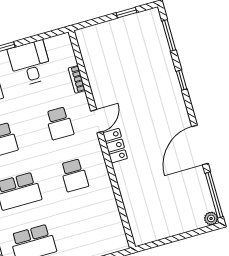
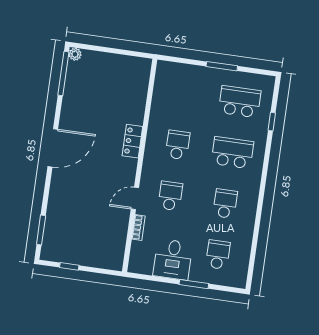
window: (182, 80) -> (47, 186), removed
door: (97, 121) -> (135, 198), moved
door: (200, 145) -> (53, 148), moved
locker: (115, 146) -> (132, 141), moved

